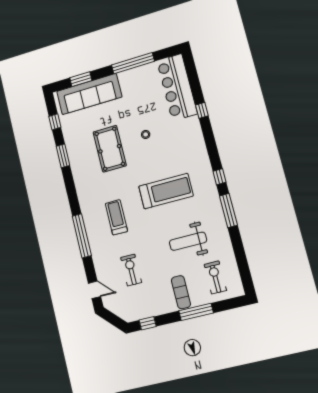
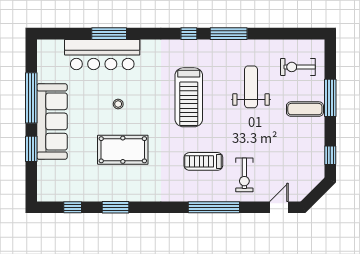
window: (81, 79) -> (31, 149), moved
bar counter: (177, 87) -> (102, 55), moved
sofa: (89, 94) -> (52, 121), moved
window: (202, 110) -> (109, 34), width x2.17
treadmill: (166, 191) -> (189, 97), turned 180
weight bench: (188, 241) -> (251, 87), turned 180
exercise bike: (131, 270) -> (244, 175), moved, turned -90

